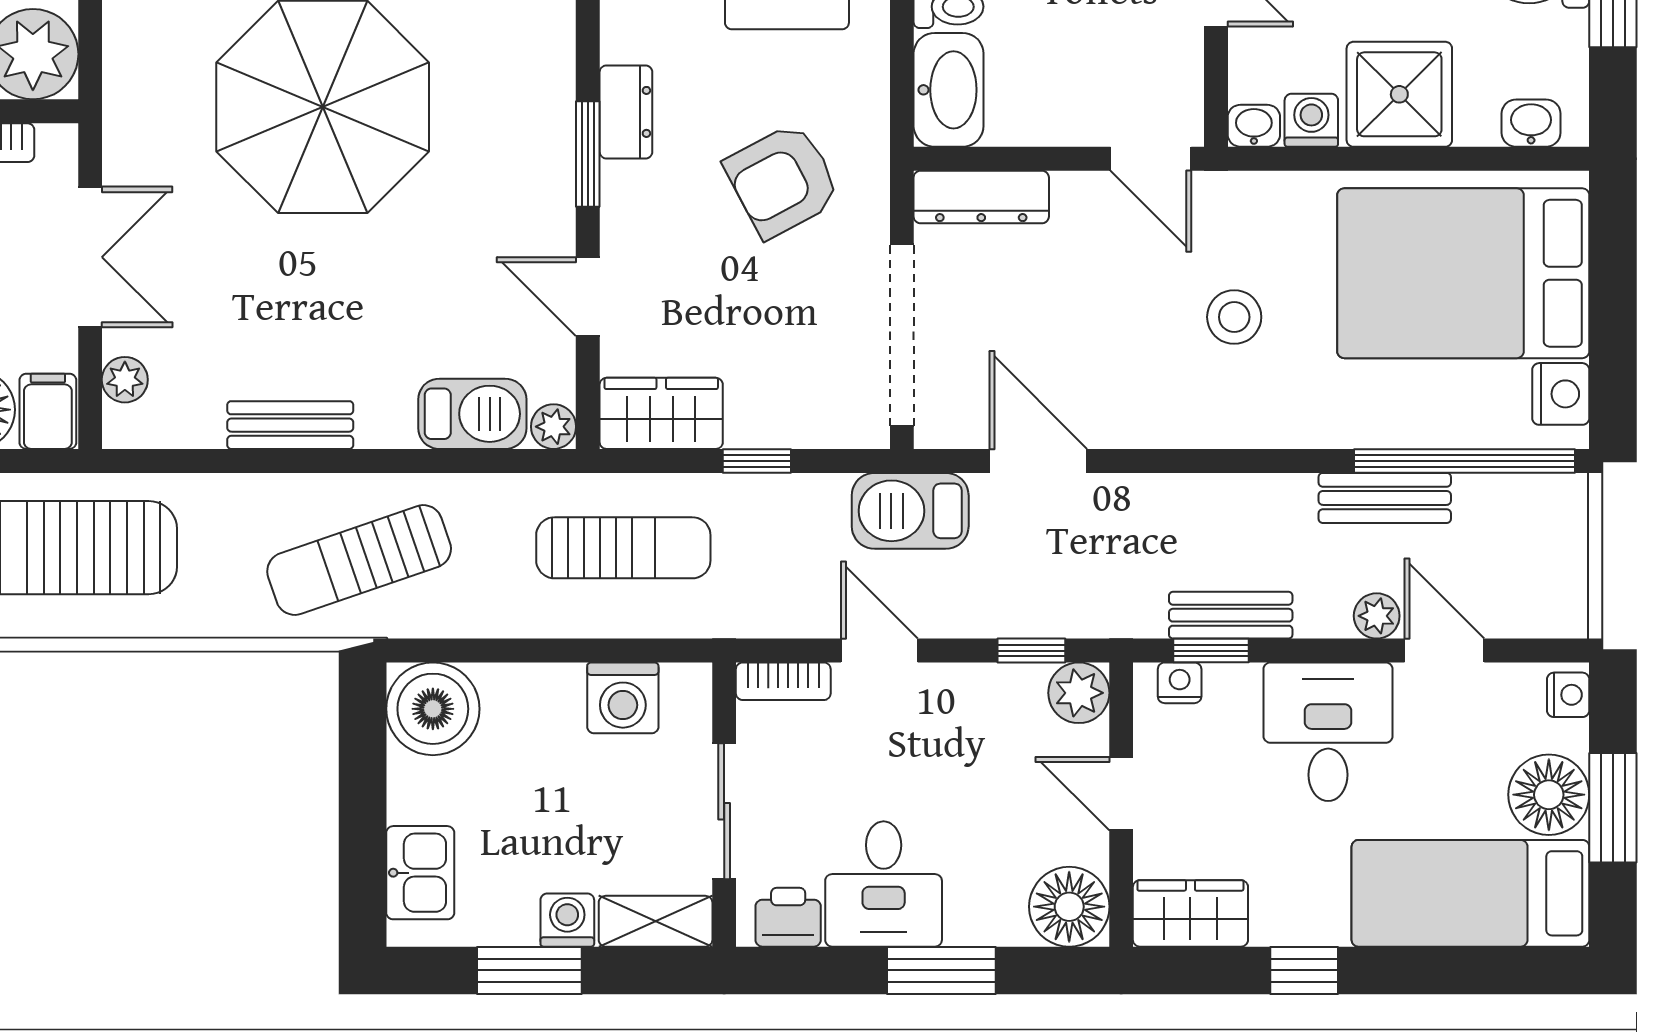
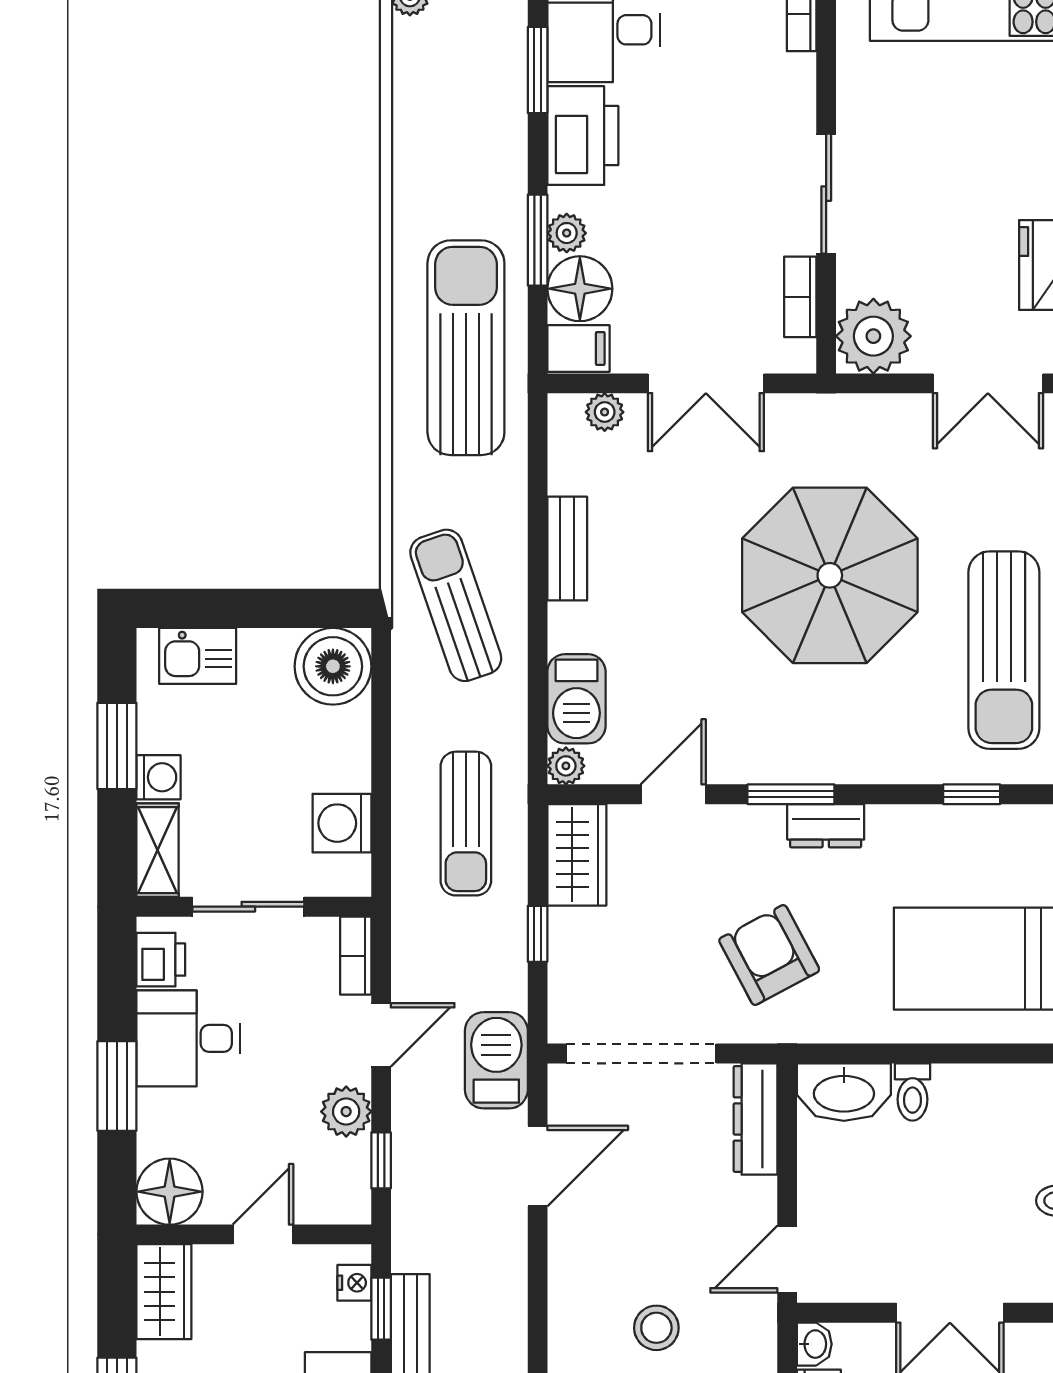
plant: (1079, 693) -> (346, 1112), moved

